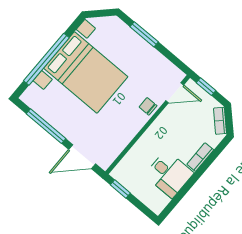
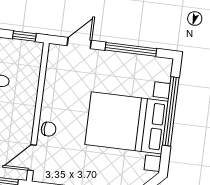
door: (82, 157) -> (79, 43), width x0.73

